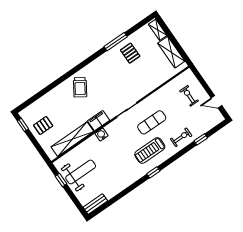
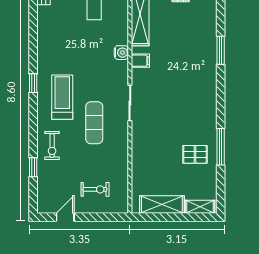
window: (61, 79) -> (221, 50), added
trolley: (80, 87) -> (196, 66), removed
filing cabinet: (99, 121) -> (140, 61), width x0.50

